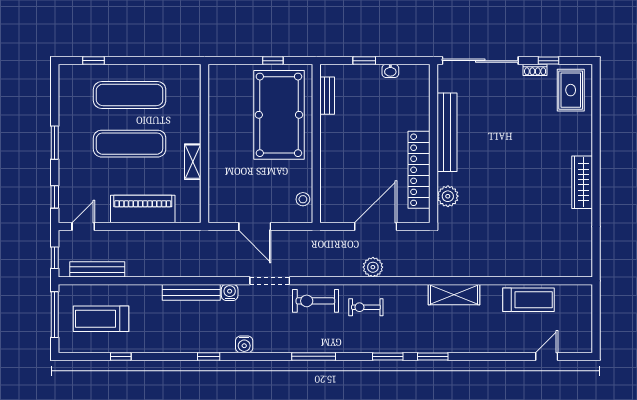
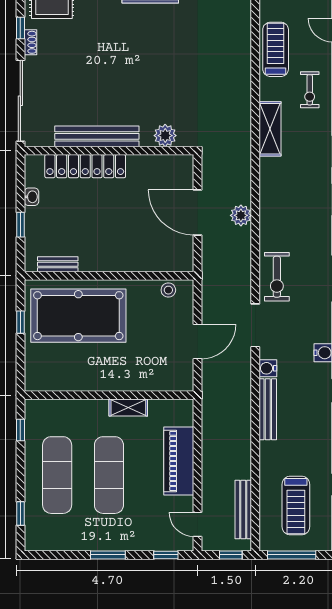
window: (172, 61) -> (20, 430), added
locker: (419, 170) -> (85, 166), moved
exercise bike: (366, 307) -> (310, 90), moved

